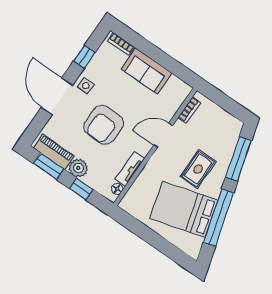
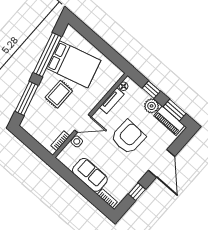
side table: (86, 86) -> (77, 141), moved

